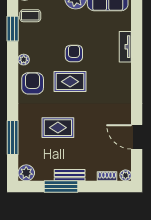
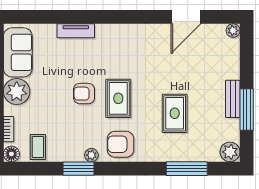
window: (13, 29) -> (79, 169), moved
shoe rack: (107, 176) -> (234, 53), removed

